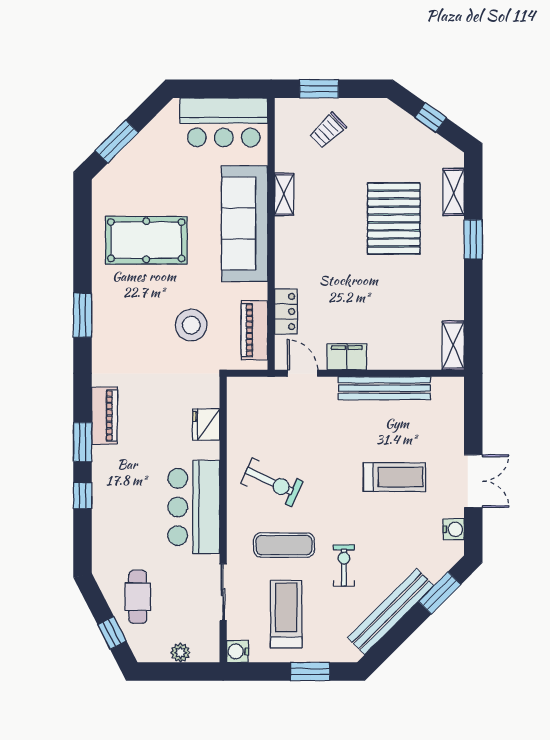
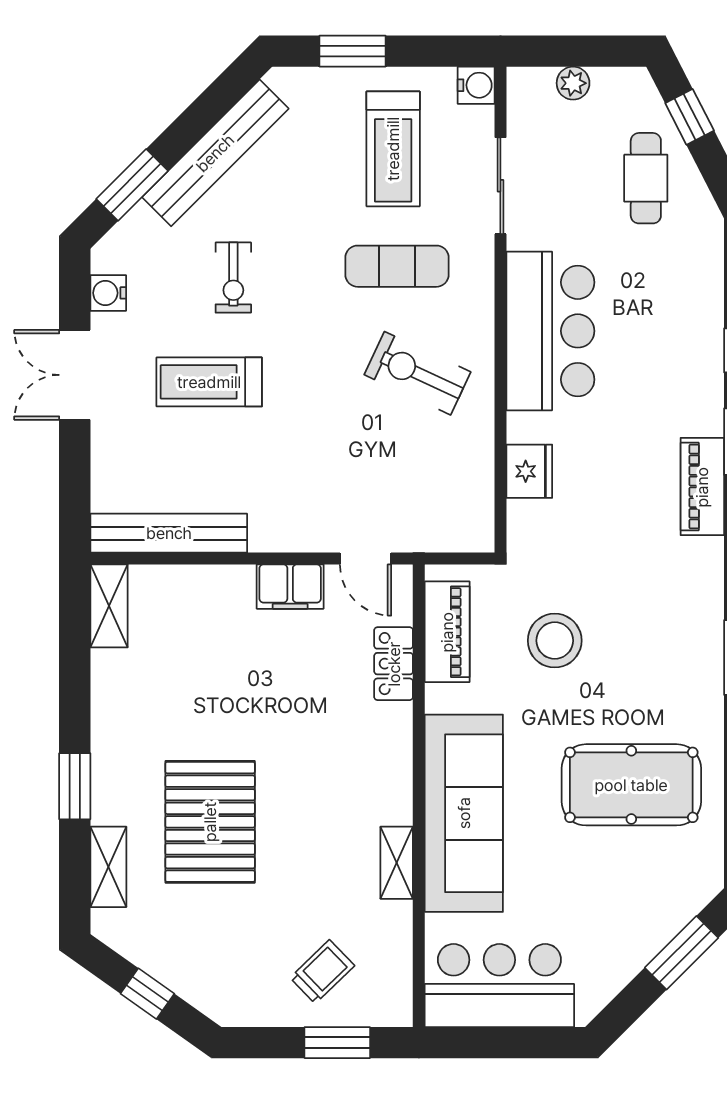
bench: (384, 388) -> (169, 533), moved
exercise bike: (344, 566) -> (233, 278), moved

